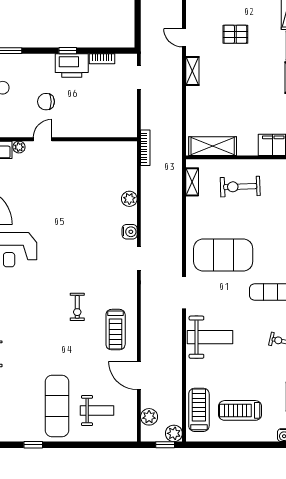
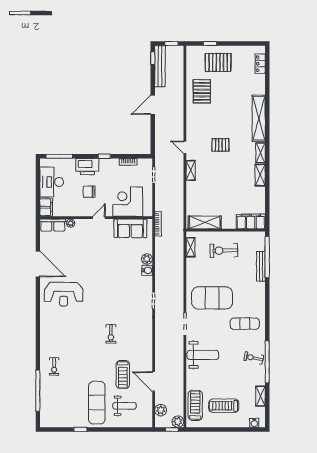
printer: (72, 65) -> (87, 167), moved
corner desk: (101, 116) -> (128, 202), added
door: (43, 139) -> (99, 218), moved
sofa: (105, 155) -> (130, 228), added
water cooler: (130, 232) -> (147, 270), moved
treadmill: (116, 330) -> (123, 375), moved

